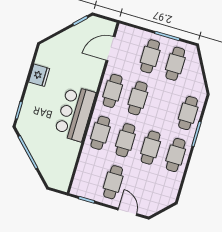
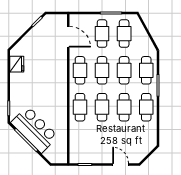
door: (111, 49) -> (68, 37), swing flipped
fridge: (39, 75) -> (17, 64), moved
bar counter: (75, 113) -> (34, 130), moved, turned 135
cafe table: (113, 182) -> (124, 70), moved

